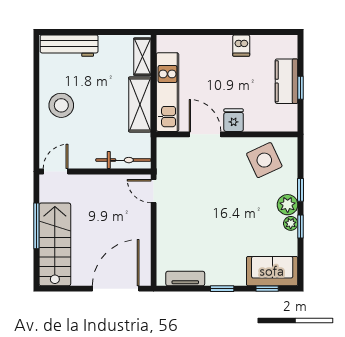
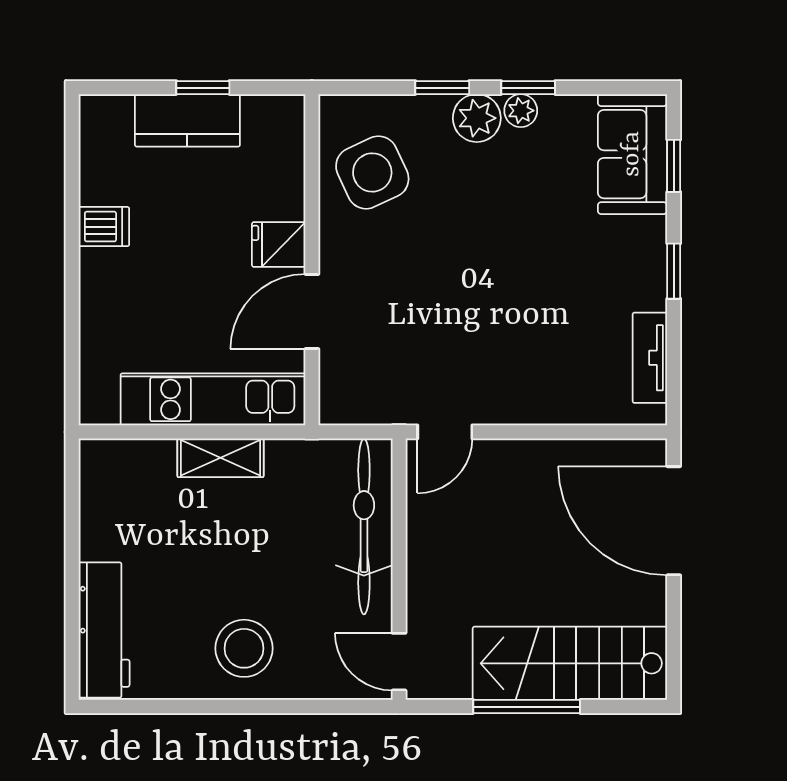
shelving: (142, 57) -> (130, 458), removed
shelving: (140, 104) -> (220, 458), width x0.67, depth x0.75
bicycle: (123, 160) -> (364, 526), width x1.37, depth x1.40

